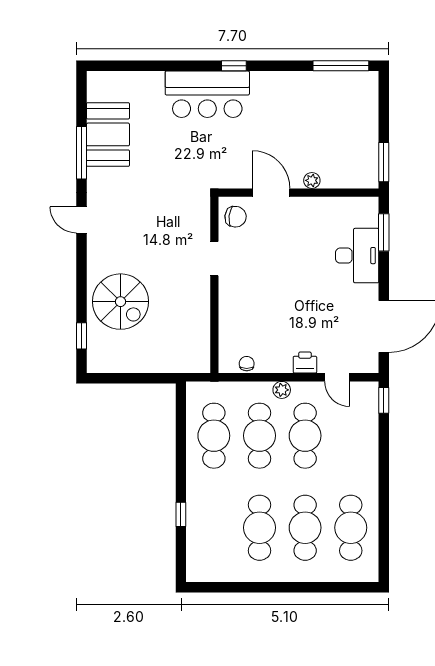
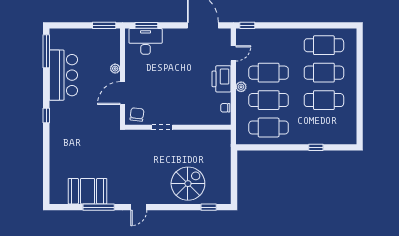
bar counter: (207, 94) -> (63, 75), moved
desk: (357, 256) -> (146, 41), moved
printer: (305, 363) -> (222, 79), width x1.87, depth x1.48

